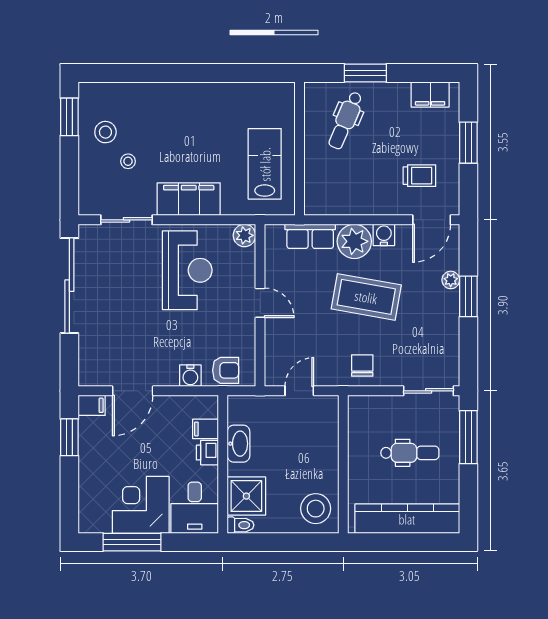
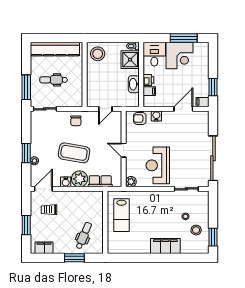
filing cabinet: (189, 199) -> (165, 246), moved, turned 180

